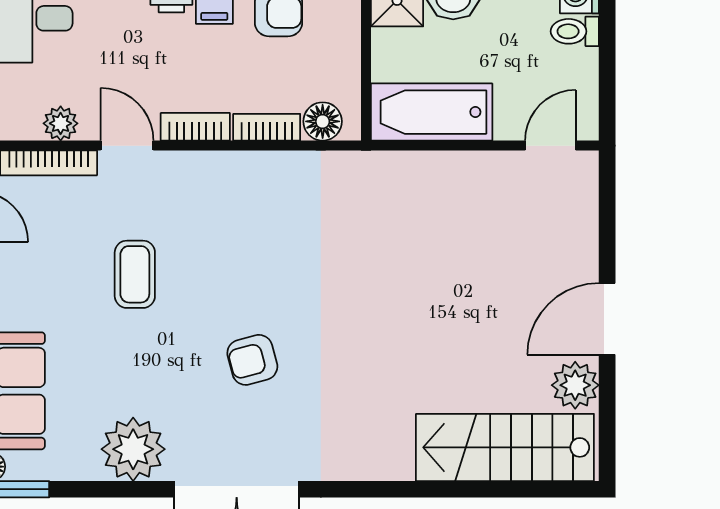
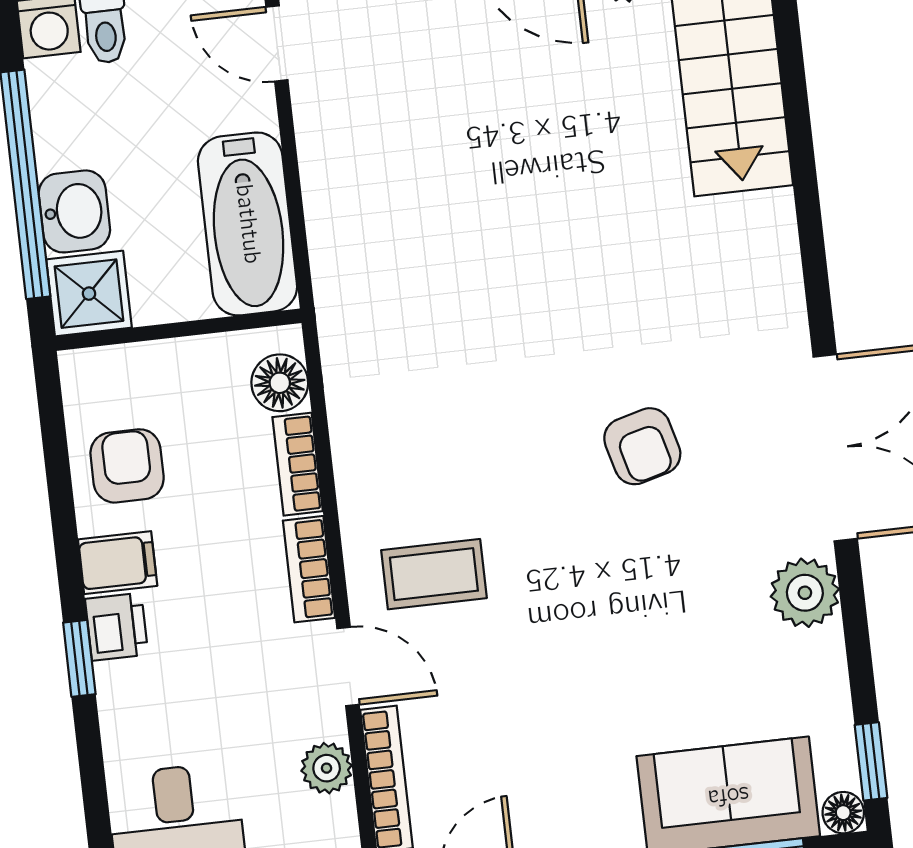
door: (127, 146) -> (348, 666), swing flipped
coffee table: (135, 274) -> (434, 574), moved
plant: (133, 449) -> (805, 593), width x0.73, depth x0.73

